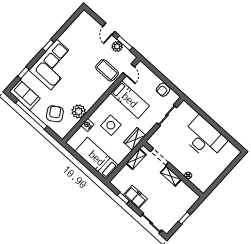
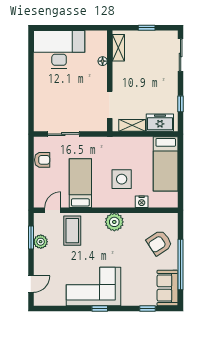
door: (109, 29) -> (31, 284), moved
corner sofa: (54, 65) -> (93, 287), moved
plant: (79, 111) -> (114, 222), moved
desk: (204, 138) -> (59, 49), moved, turned 90
wardrobe: (135, 139) -> (114, 144), removed
shelving: (171, 176) -> (118, 48), moved
freezer: (135, 197) -> (160, 123), moved, turned 90

